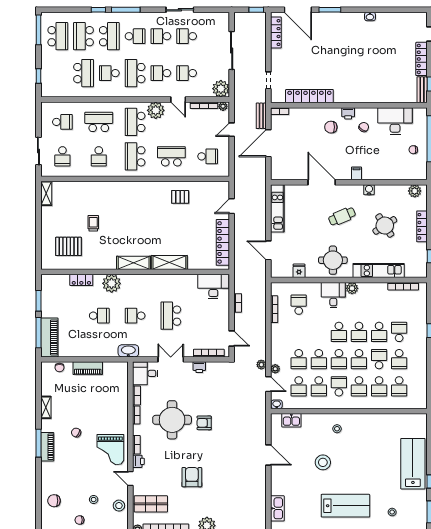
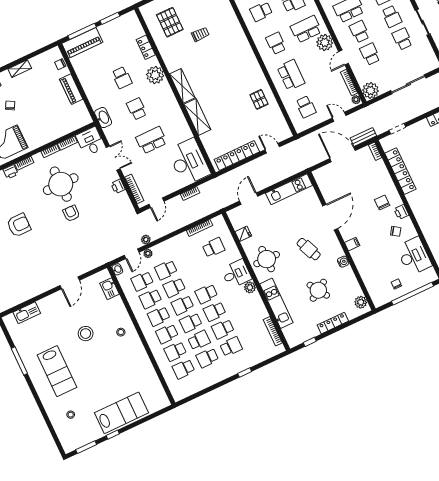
school desk: (161, 36) -> (392, 16), turned 180
school desk: (135, 156) -> (276, 43), width x0.54
desk: (213, 286) -> (189, 162), width x1.36, depth x1.30
school desk: (339, 386) -> (159, 316), turned 180

